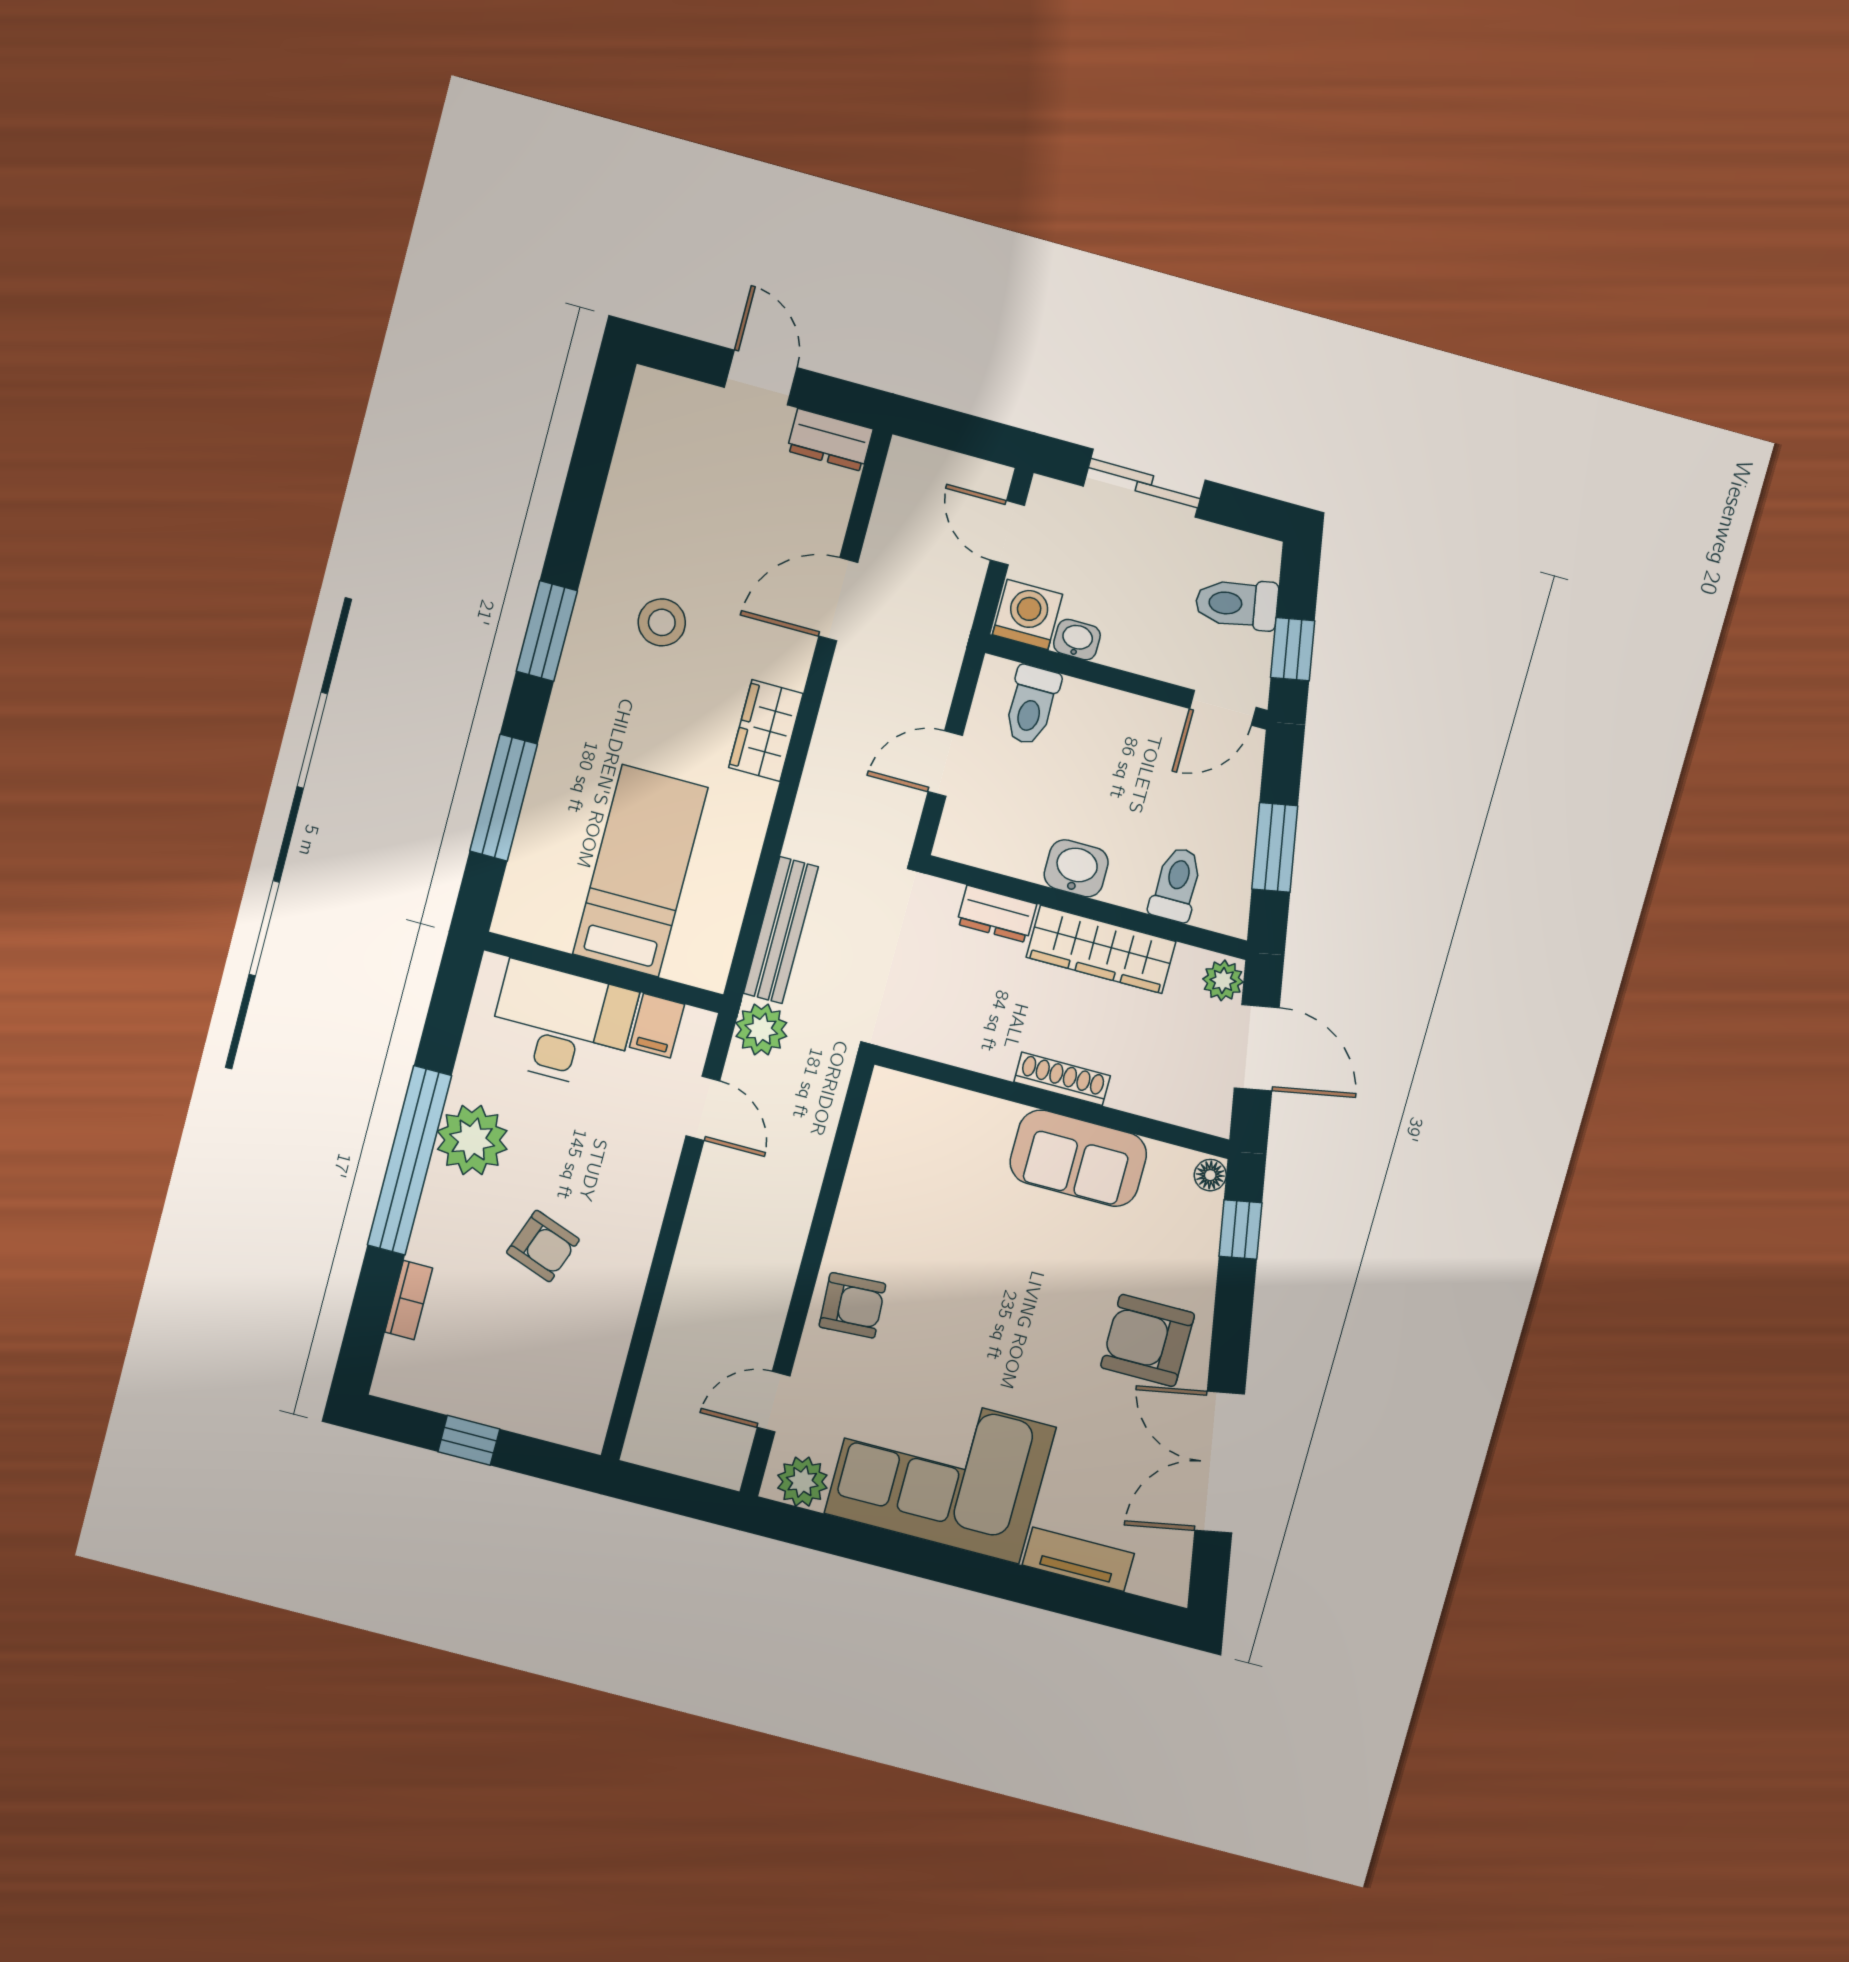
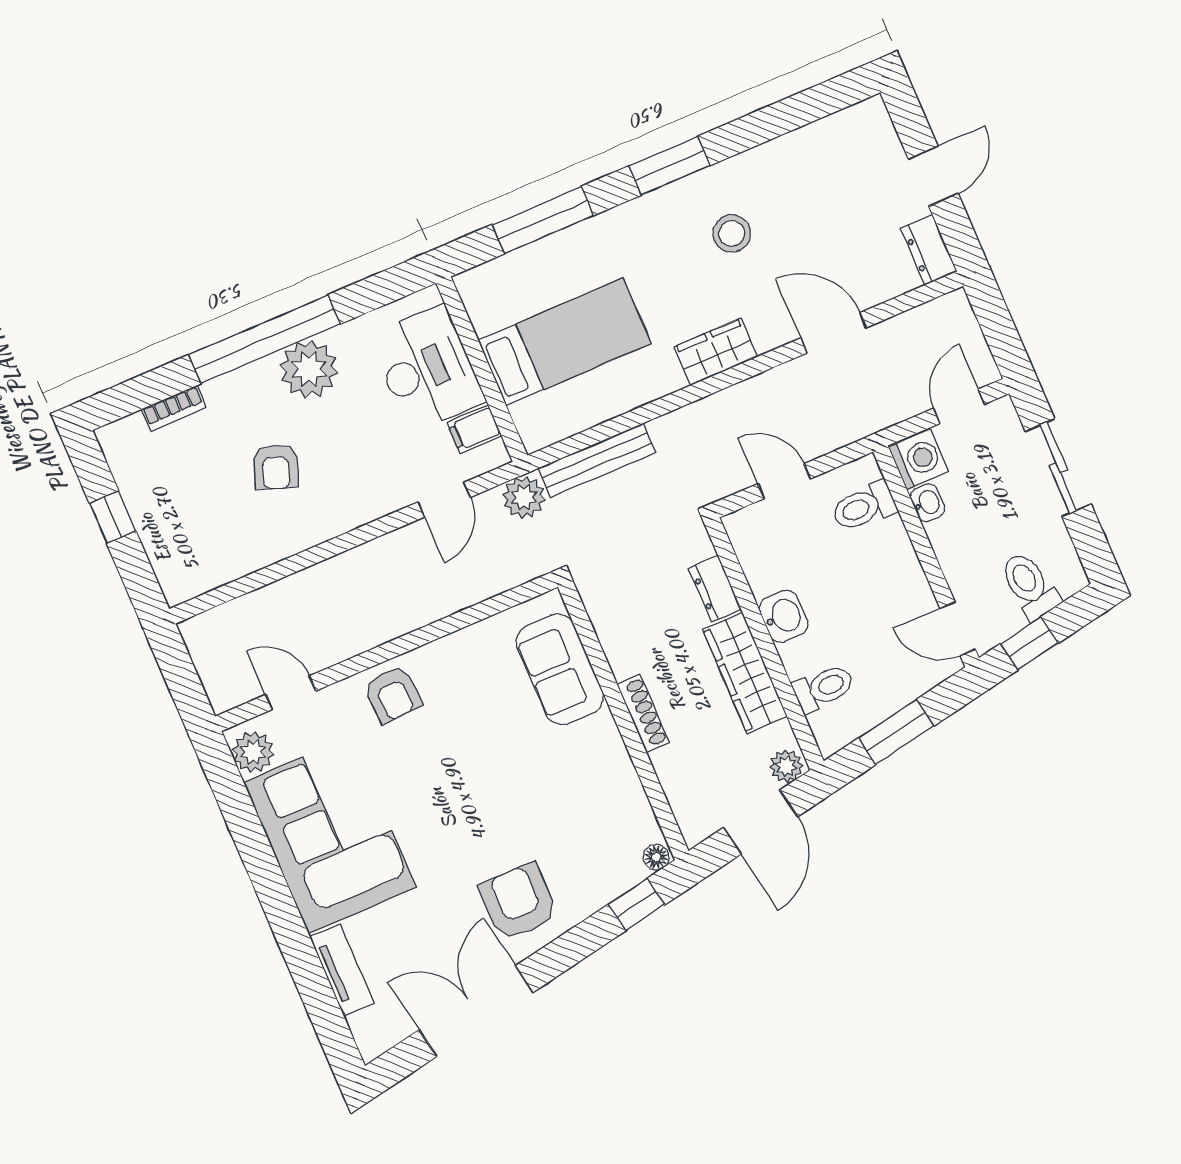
sofa: (1078, 1158) -> (560, 669), moved

